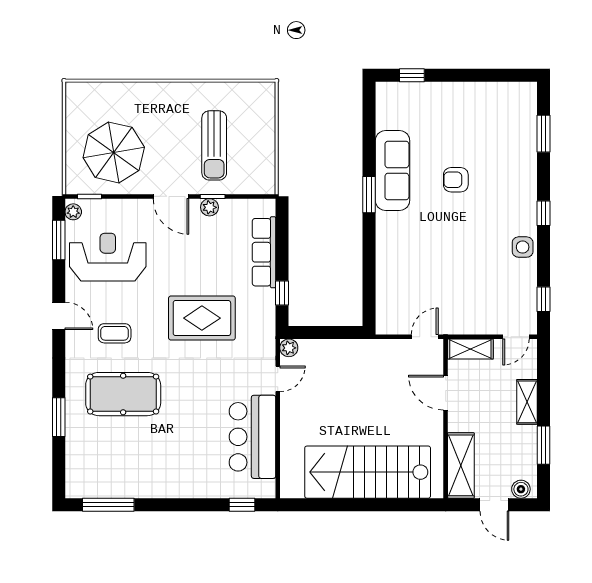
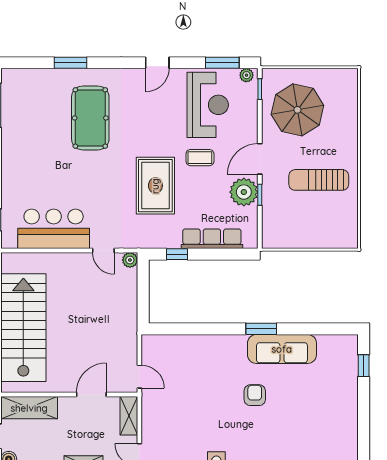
sun lounger: (214, 145) -> (319, 180), moved
armchair: (456, 180) -> (255, 395), moved
plant: (209, 207) -> (244, 192), width x1.87, depth x1.87
coffee table: (115, 333) -> (200, 158), moved, turned 90

